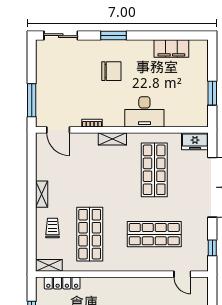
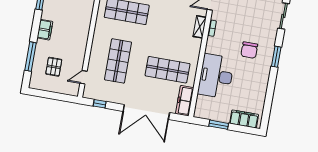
filing cabinet: (171, 49) -> (244, 119), moved, turned 90
desk: (144, 112) -> (216, 76), width x1.36, depth x1.30
shelving: (112, 139) -> (200, 27), moved
freezer: (195, 141) -> (185, 101), width x1.40

